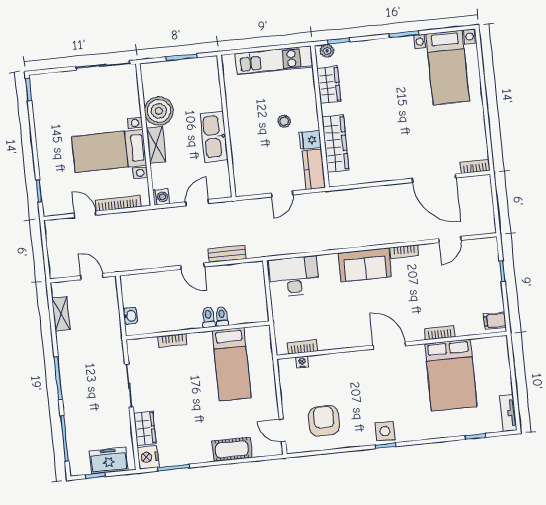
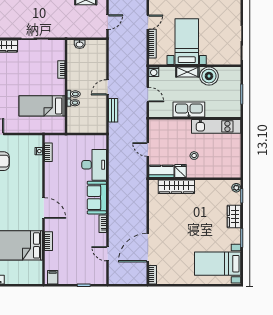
kitchen unit: (274, 60) -> (216, 126), moved, turned -90
wardrobe: (329, 85) -> (234, 216), moved, turned 90
desk: (294, 276) -> (94, 165), moved
door: (389, 346) -> (44, 208), hinge flipped

